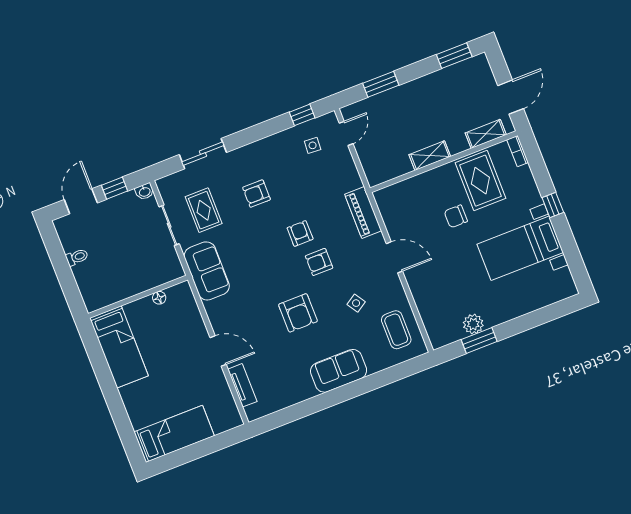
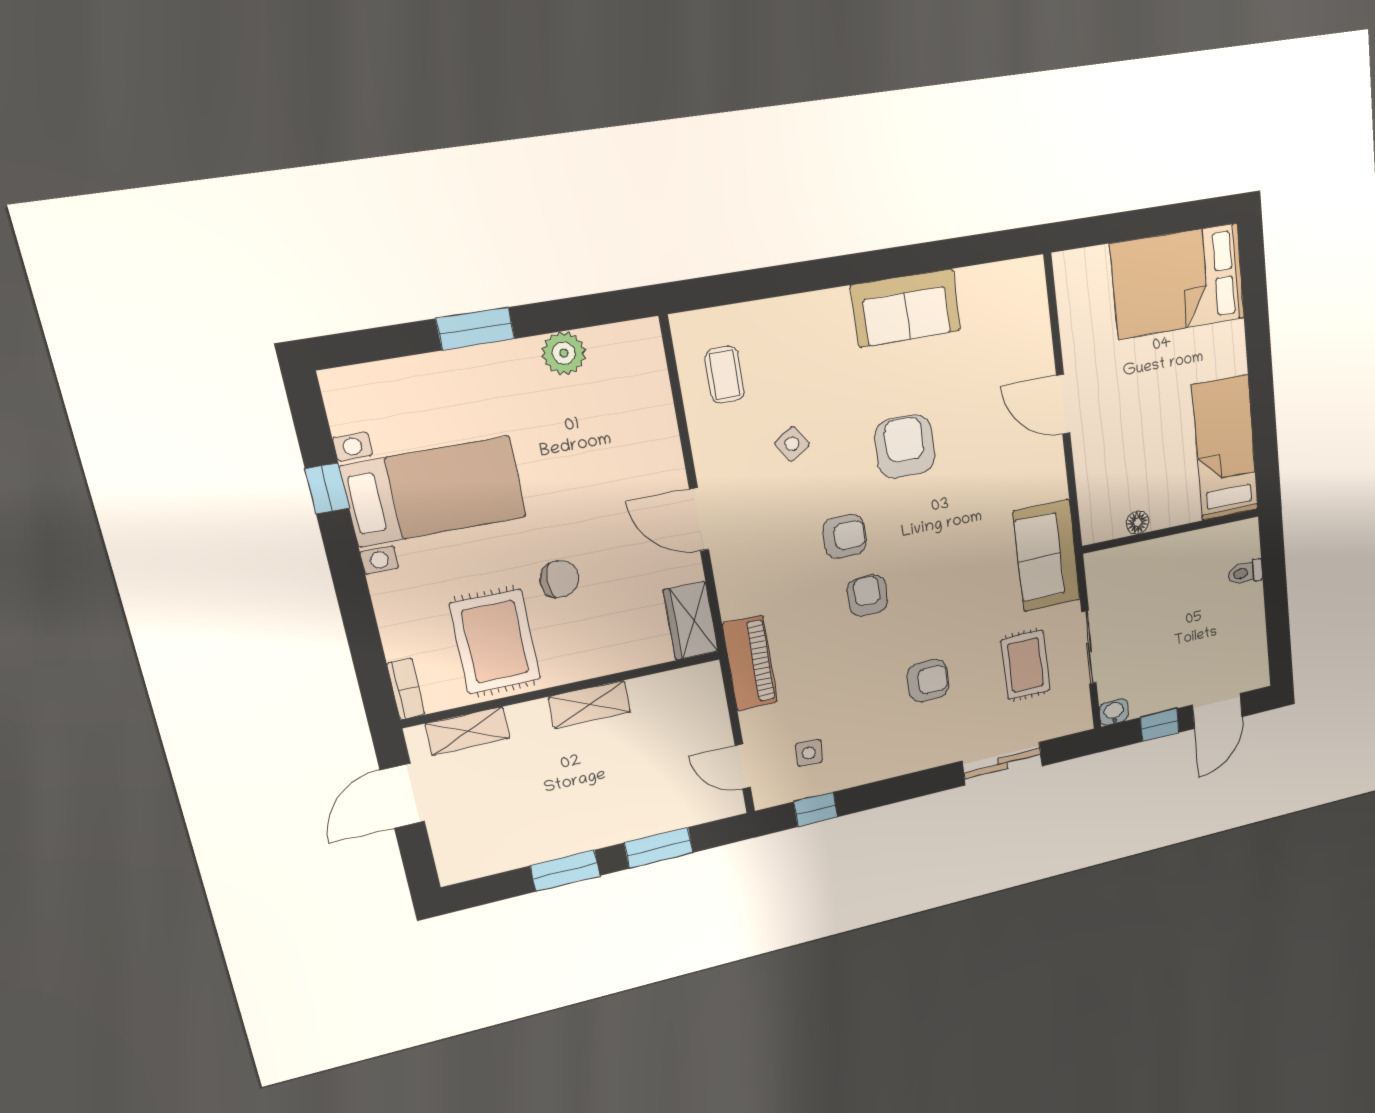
window: (454, 56) -> (565, 871), moved
door: (346, 133) -> (743, 767), hinge flipped
window: (553, 205) -> (327, 488), moved
wardrobe: (388, 206) -> (691, 621), added
piano: (363, 213) -> (750, 663), moved
armchair: (300, 233) -> (867, 596), turned 180
toilet: (77, 257) -> (1245, 573), moved
coffee table: (396, 330) -> (725, 375), width x0.73, depth x0.77
window: (479, 341) -> (475, 329), moved
sofa: (339, 371) -> (906, 308), moved
tv unit: (242, 385) -> (1037, 329), removed
bed: (174, 434) -> (1178, 281), width x1.50

